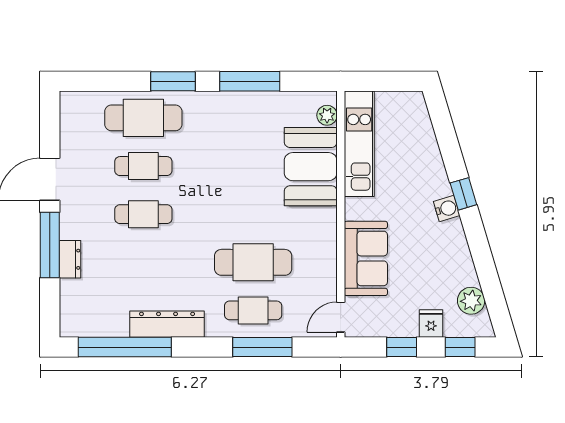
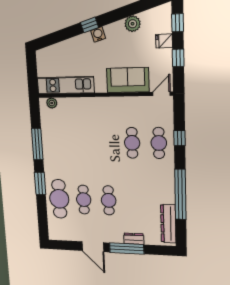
booth: (311, 167) -> (79, 112), removed
cafe table: (253, 262) -> (132, 143), width x0.73, depth x0.74
plant: (471, 301) -> (133, 24), moved
door: (341, 317) -> (161, 94), swing flipped
dresser: (167, 324) -> (168, 224), moved
window: (125, 347) -> (180, 194), moved
window: (262, 347) -> (179, 138), width x0.46

